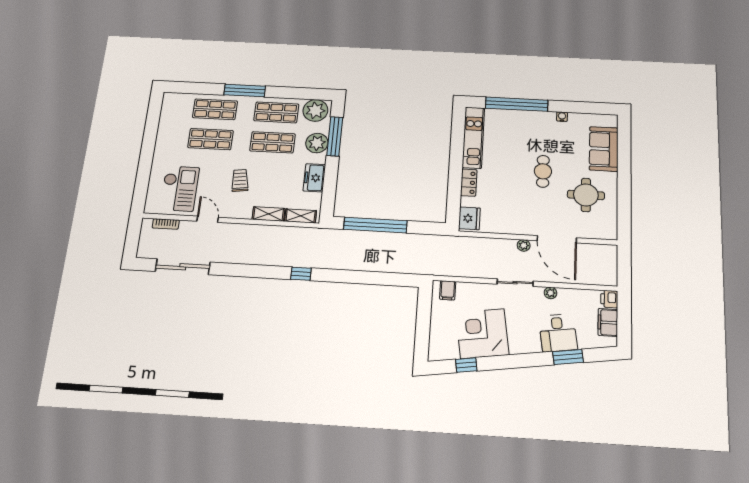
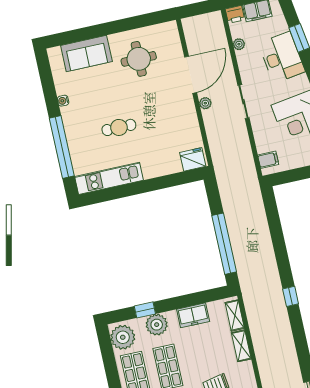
window: (335, 136) -> (145, 310), width x0.46
cafe table: (543, 171) -> (119, 127), moved
locker: (469, 183) -> (157, 170), removed
plant: (551, 293) -> (239, 44), moved
desk: (558, 333) -> (282, 57), width x1.37

